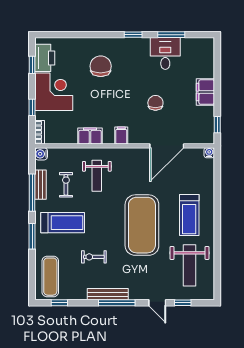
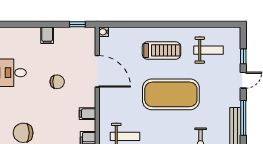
filing cabinet: (205, 92) -> (47, 35), width x0.50
chair: (155, 103) -> (57, 82), turned 180
weight bench: (189, 265) -> (208, 50), width x0.73, depth x0.75

